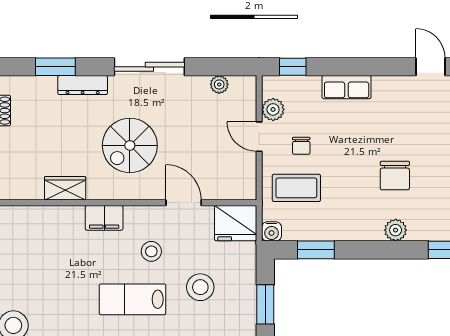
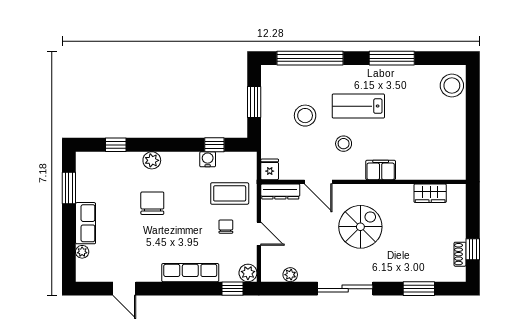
dresser: (83, 85) -> (280, 191), moved, turned 180
row of seats: (347, 87) -> (190, 273), width x1.48
plant: (273, 109) -> (248, 273), moved
wardrobe: (65, 188) -> (430, 193), moved
fridge: (236, 223) -> (270, 169), width x0.53, depth x0.75
water cooler: (272, 231) -> (208, 159), moved
window: (316, 250) -> (214, 145), width x0.67
lab bench: (132, 299) -> (358, 106), turned 180

